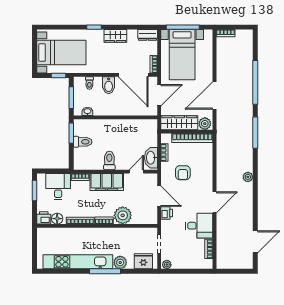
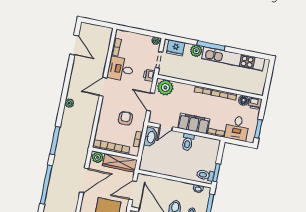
toilet: (83, 142) -> (205, 175), moved
printer: (167, 213) -> (149, 75), moved
plant: (123, 215) -> (165, 87), moved
door: (255, 242) -> (74, 45), swing flipped

